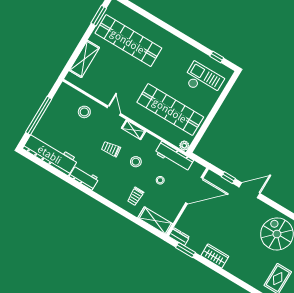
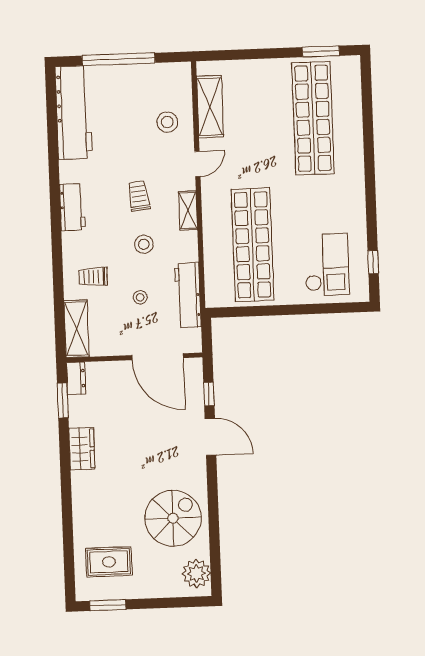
shelving: (84, 59) -> (210, 107), moved, turned 90
plant: (184, 146) -> (213, 299), removed
workbench: (84, 178) -> (72, 207), moved

